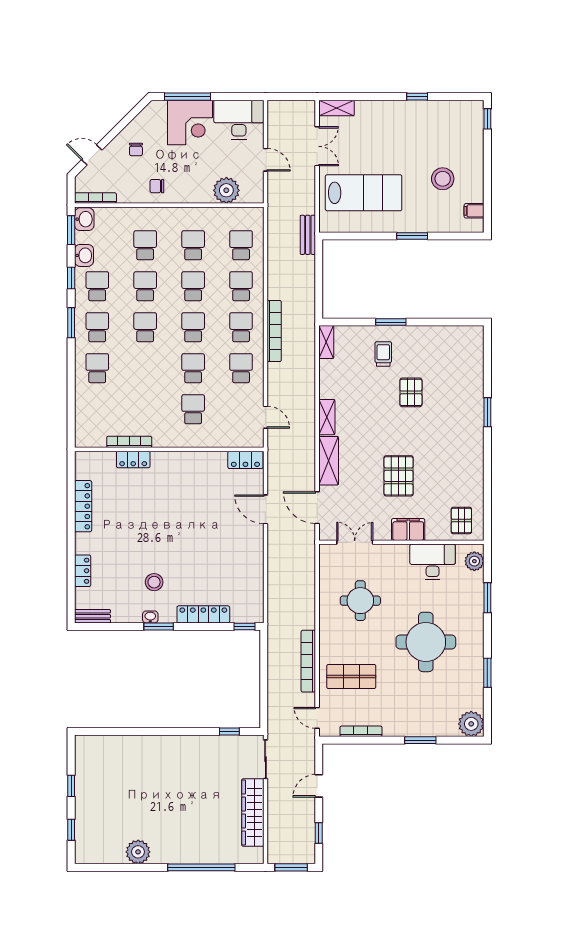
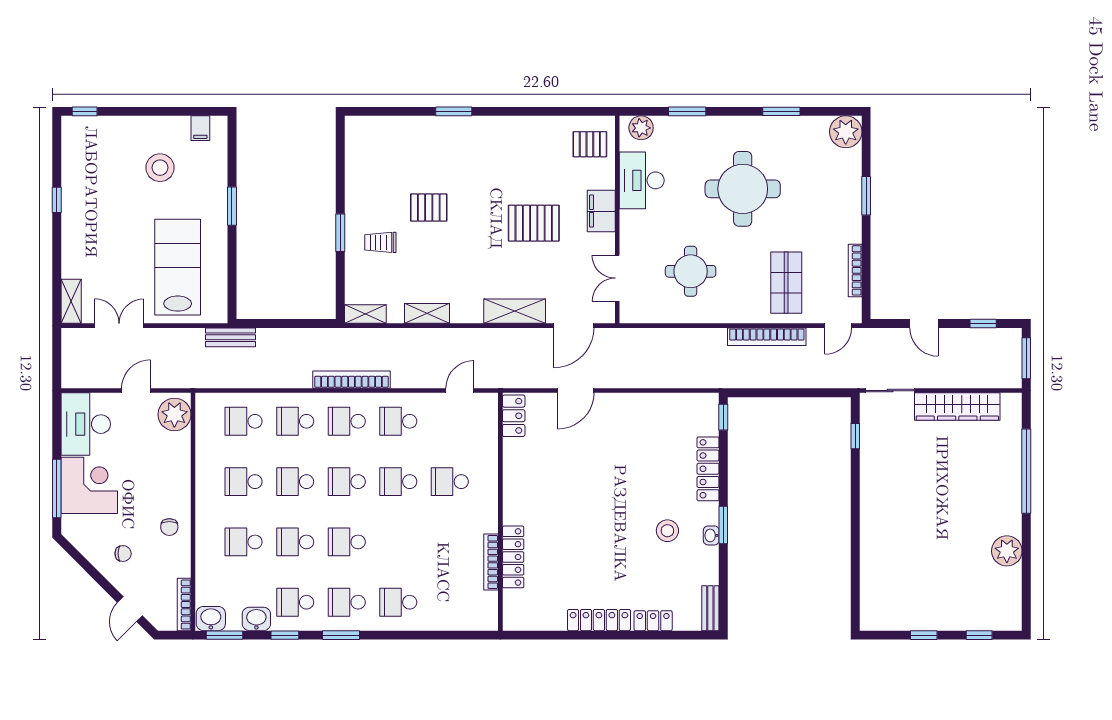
plant: (226, 190) -> (174, 414), moved
shelving: (327, 417) -> (427, 313), moved
locker: (133, 459) -> (513, 557), width x1.53
locker: (83, 506) -> (599, 620), moved

